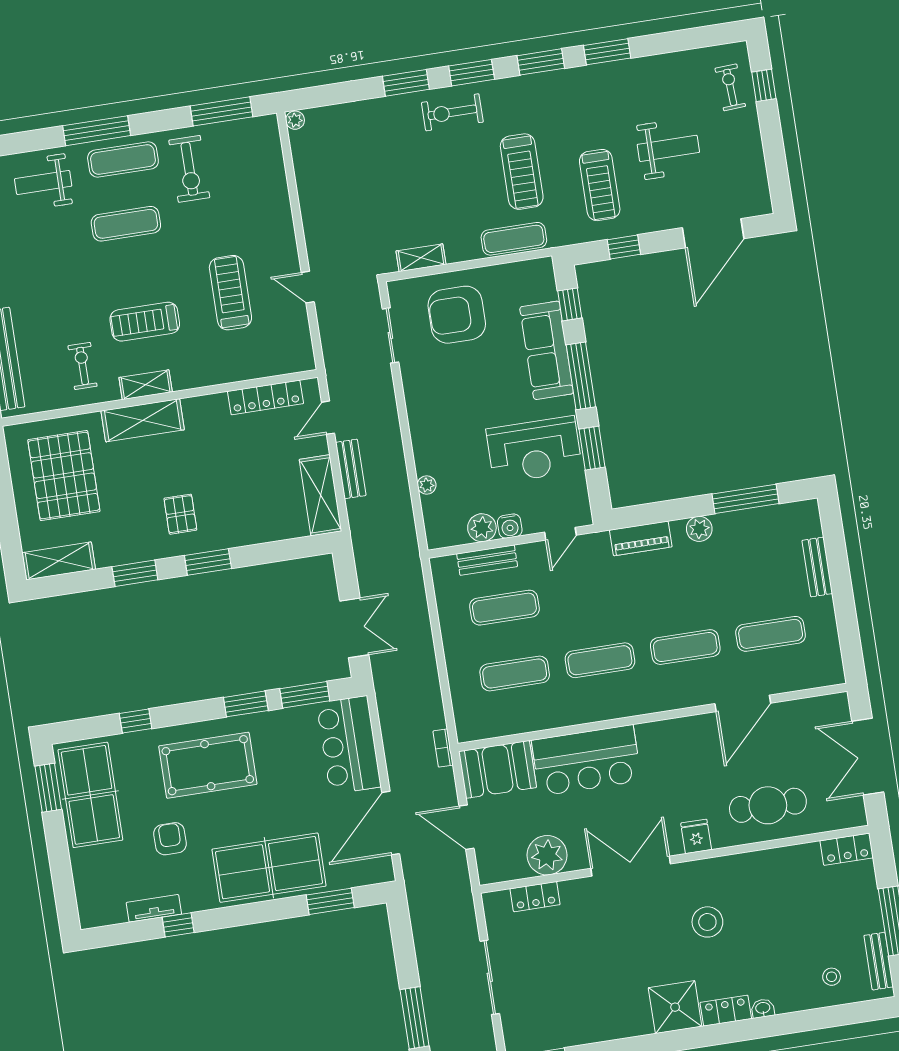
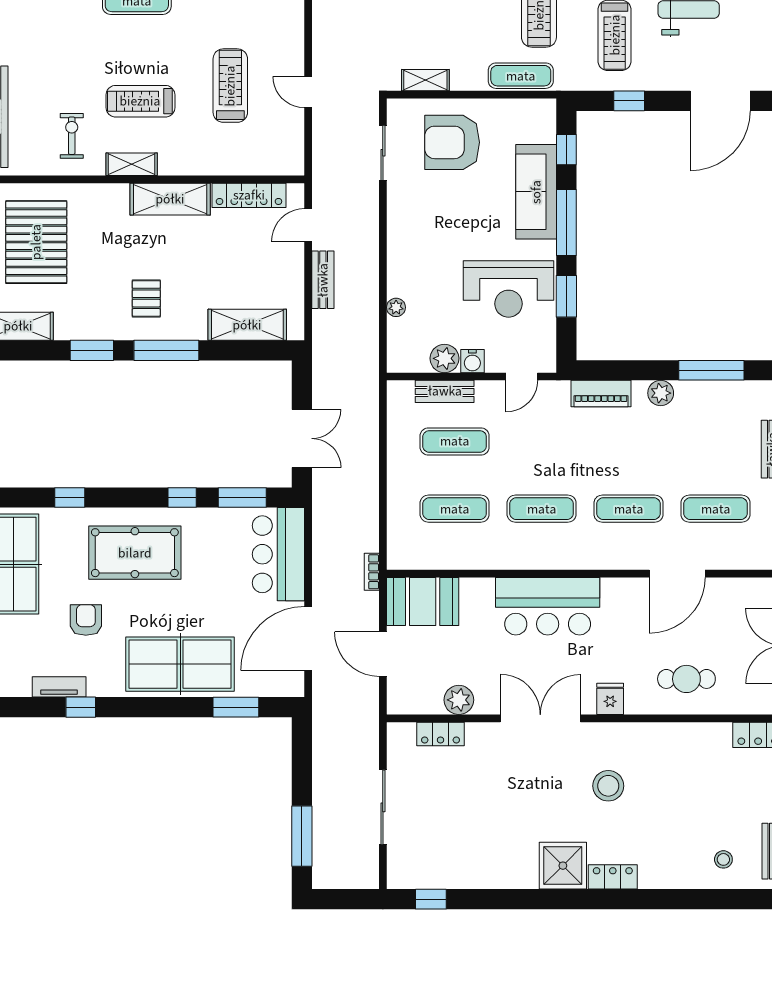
shelving: (143, 420) -> (170, 199), moved
shelving: (321, 495) -> (247, 325), moved, turned 90
window: (208, 562) -> (166, 350), width x1.44
window: (246, 704) -> (182, 498), width x0.67
bar counter: (586, 760) -> (548, 606), moved
cafe table: (768, 805) -> (686, 679), width x0.73, depth x0.74
plant: (547, 855) -> (459, 700), width x0.73, depth x0.73
washbasin: (763, 1008) -> (650, 880), removed

